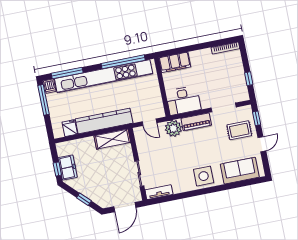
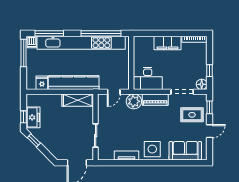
filing cabinet: (175, 62) -> (168, 43), moved
floor lamp: (243, 95) -> (202, 84), added
door: (149, 122) -> (114, 92), hinge flipped
tv unit: (159, 192) -> (126, 155), moved
window: (84, 199) -> (34, 140), moved

